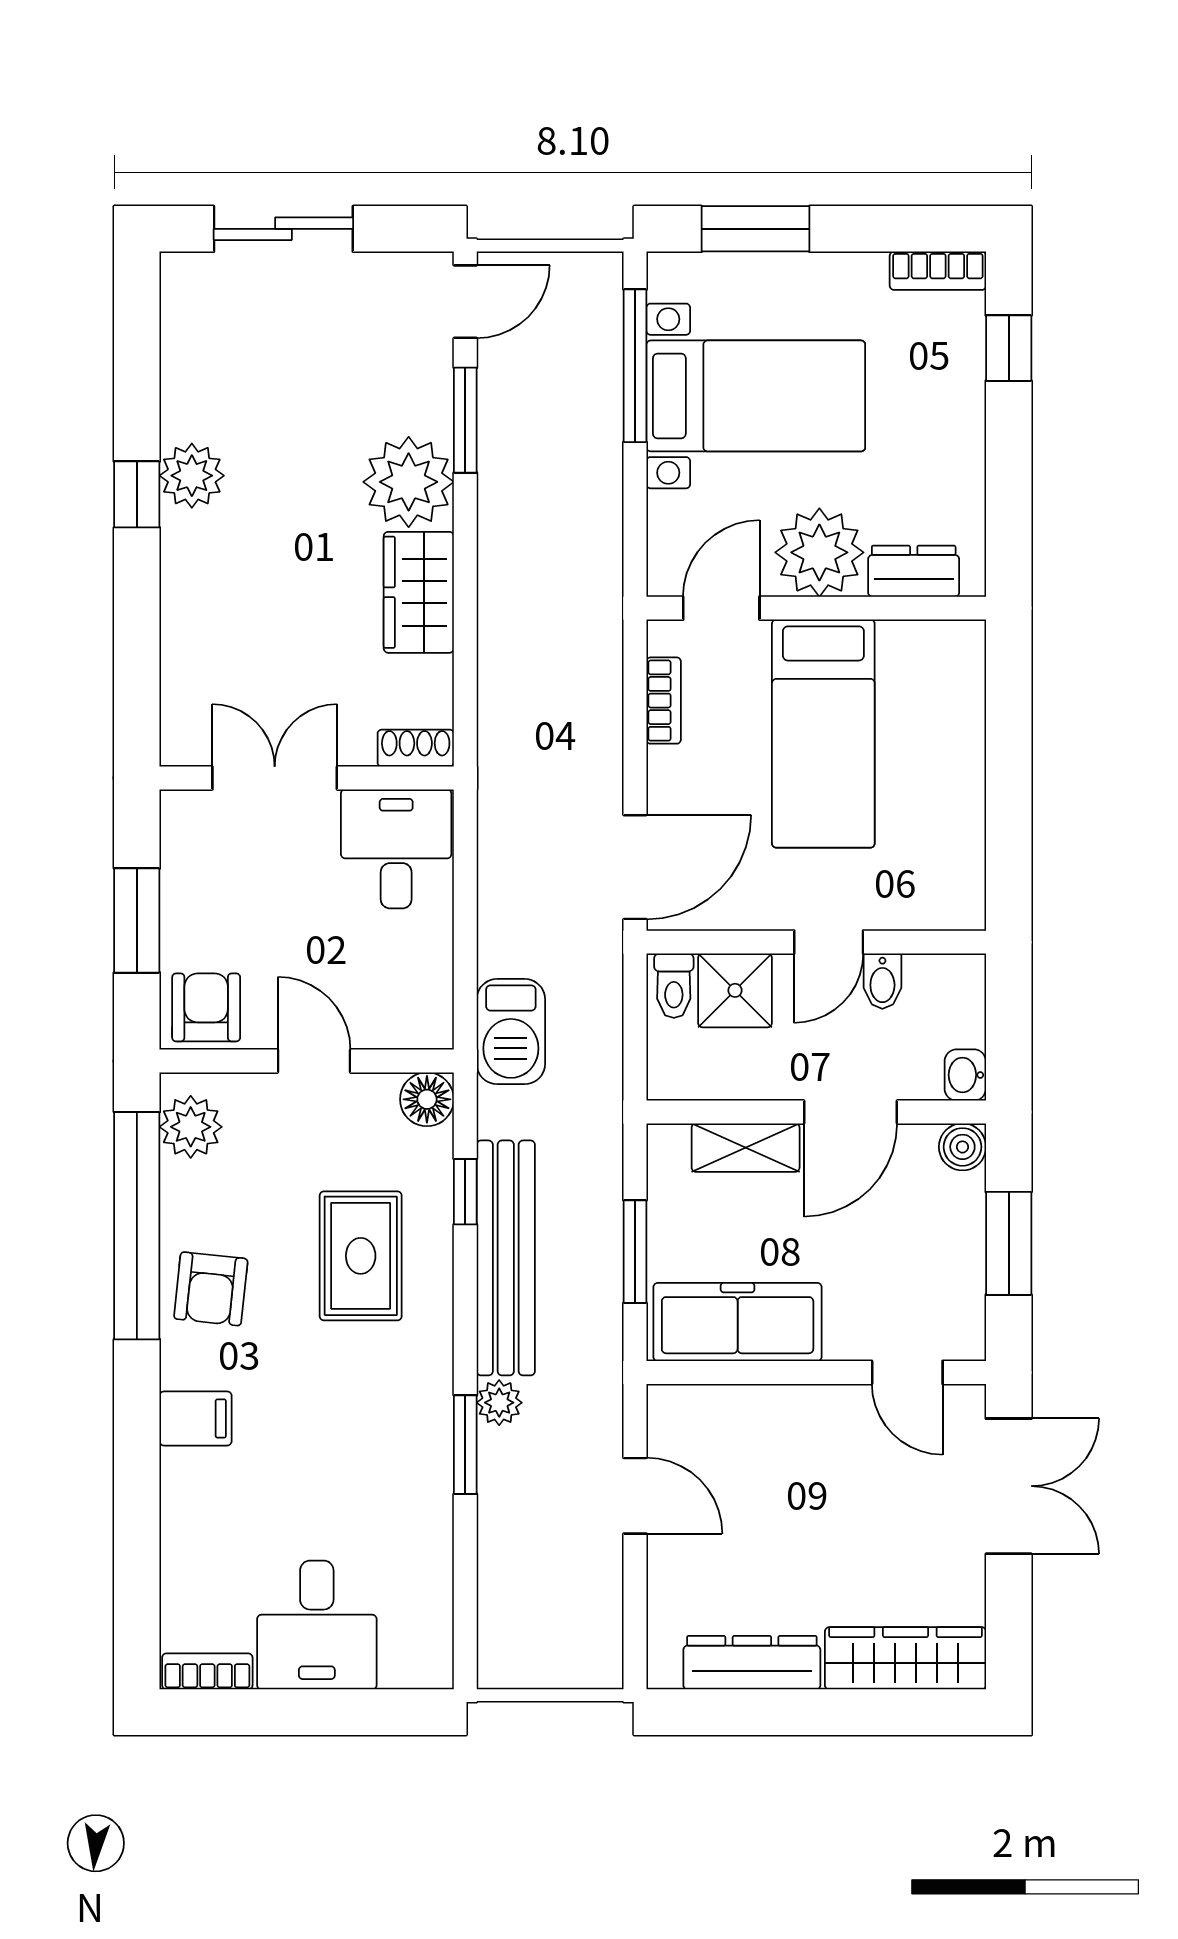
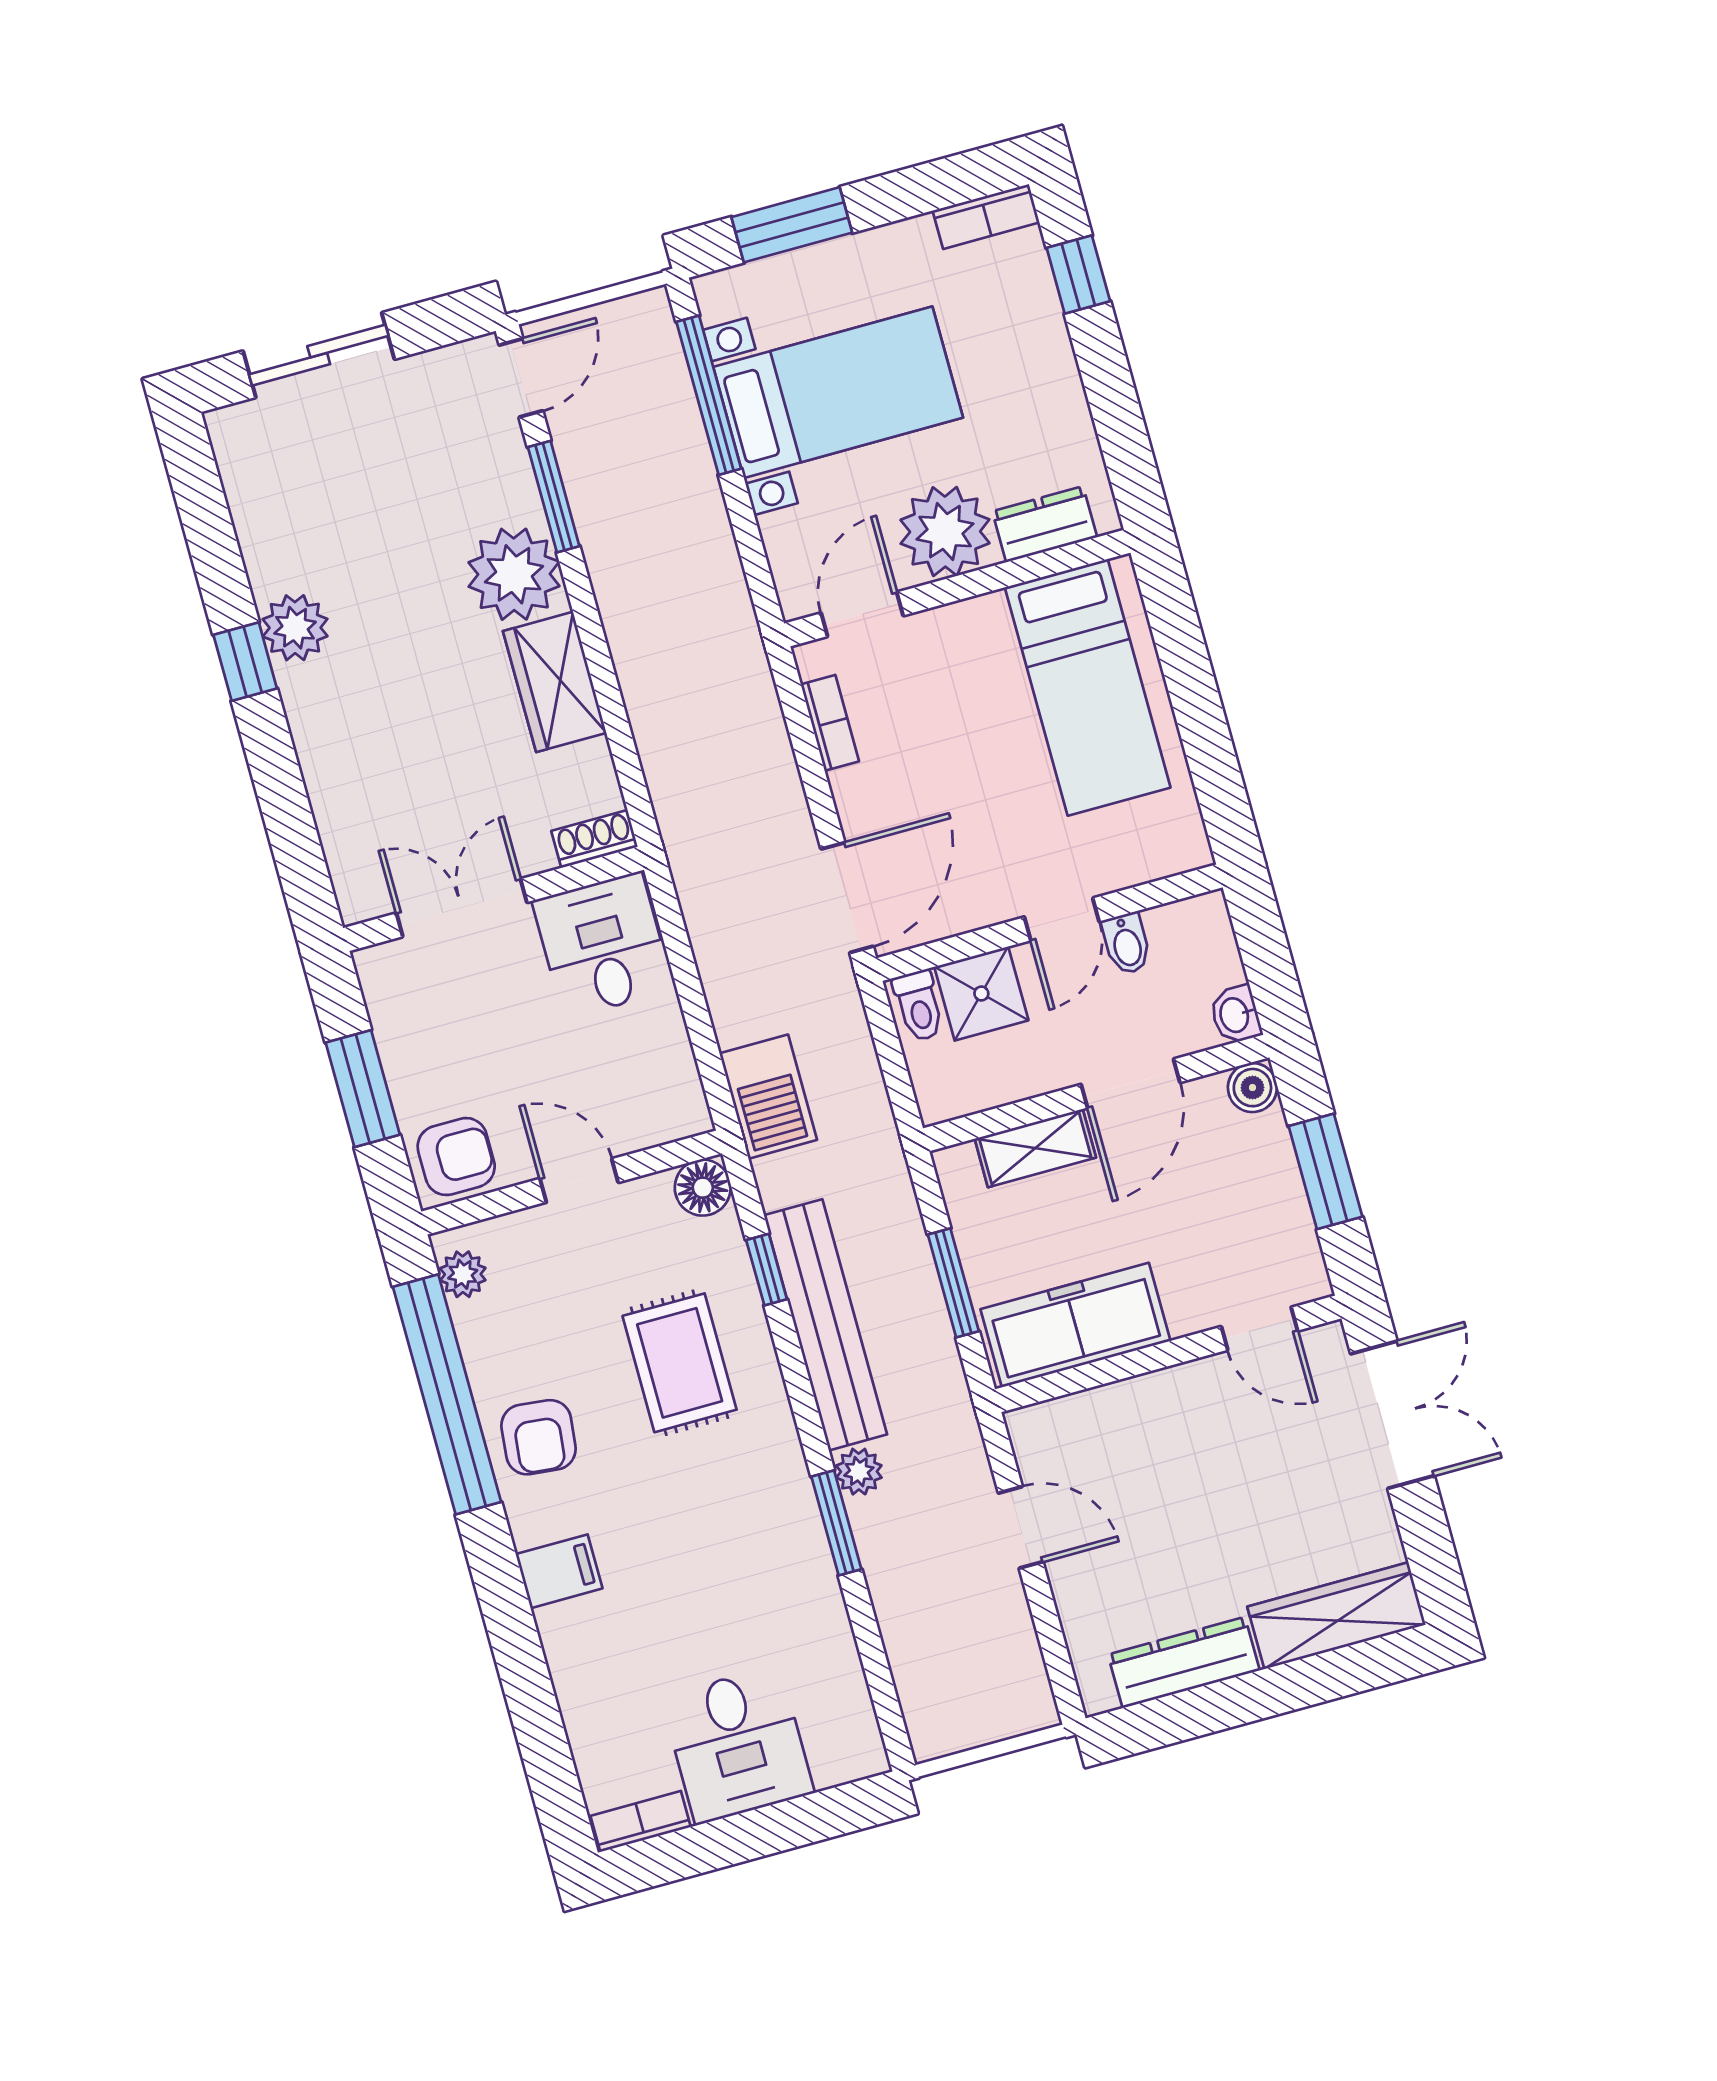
bed: (823, 734) -> (1088, 687), moved
armchair: (206, 1007) -> (456, 1157), turned 90
plant: (191, 1127) -> (463, 1274), width x0.73, depth x0.73

